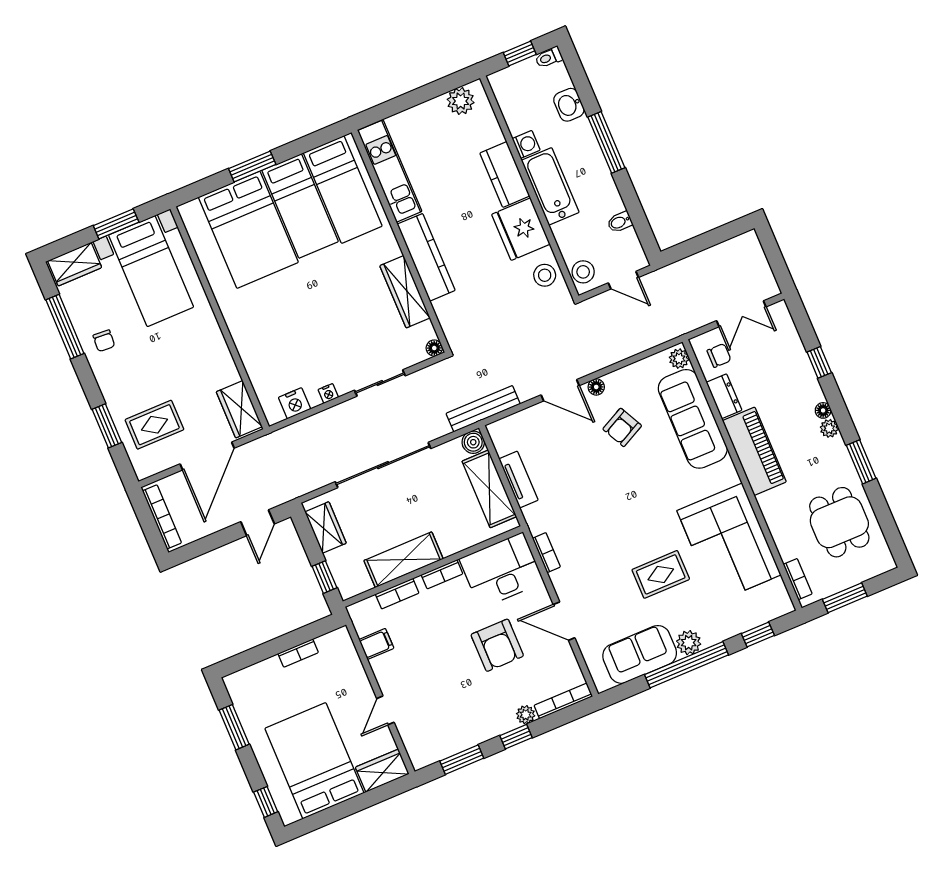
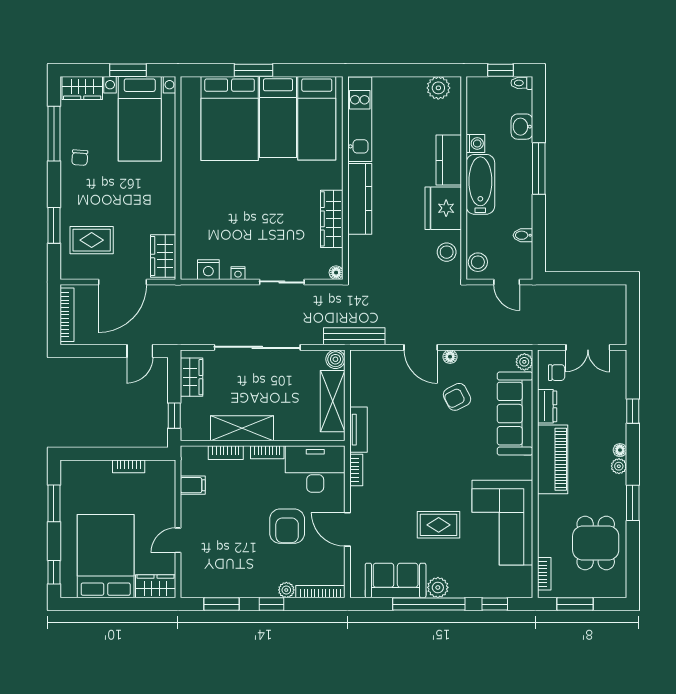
tv unit: (518, 480) -> (359, 430), moved

